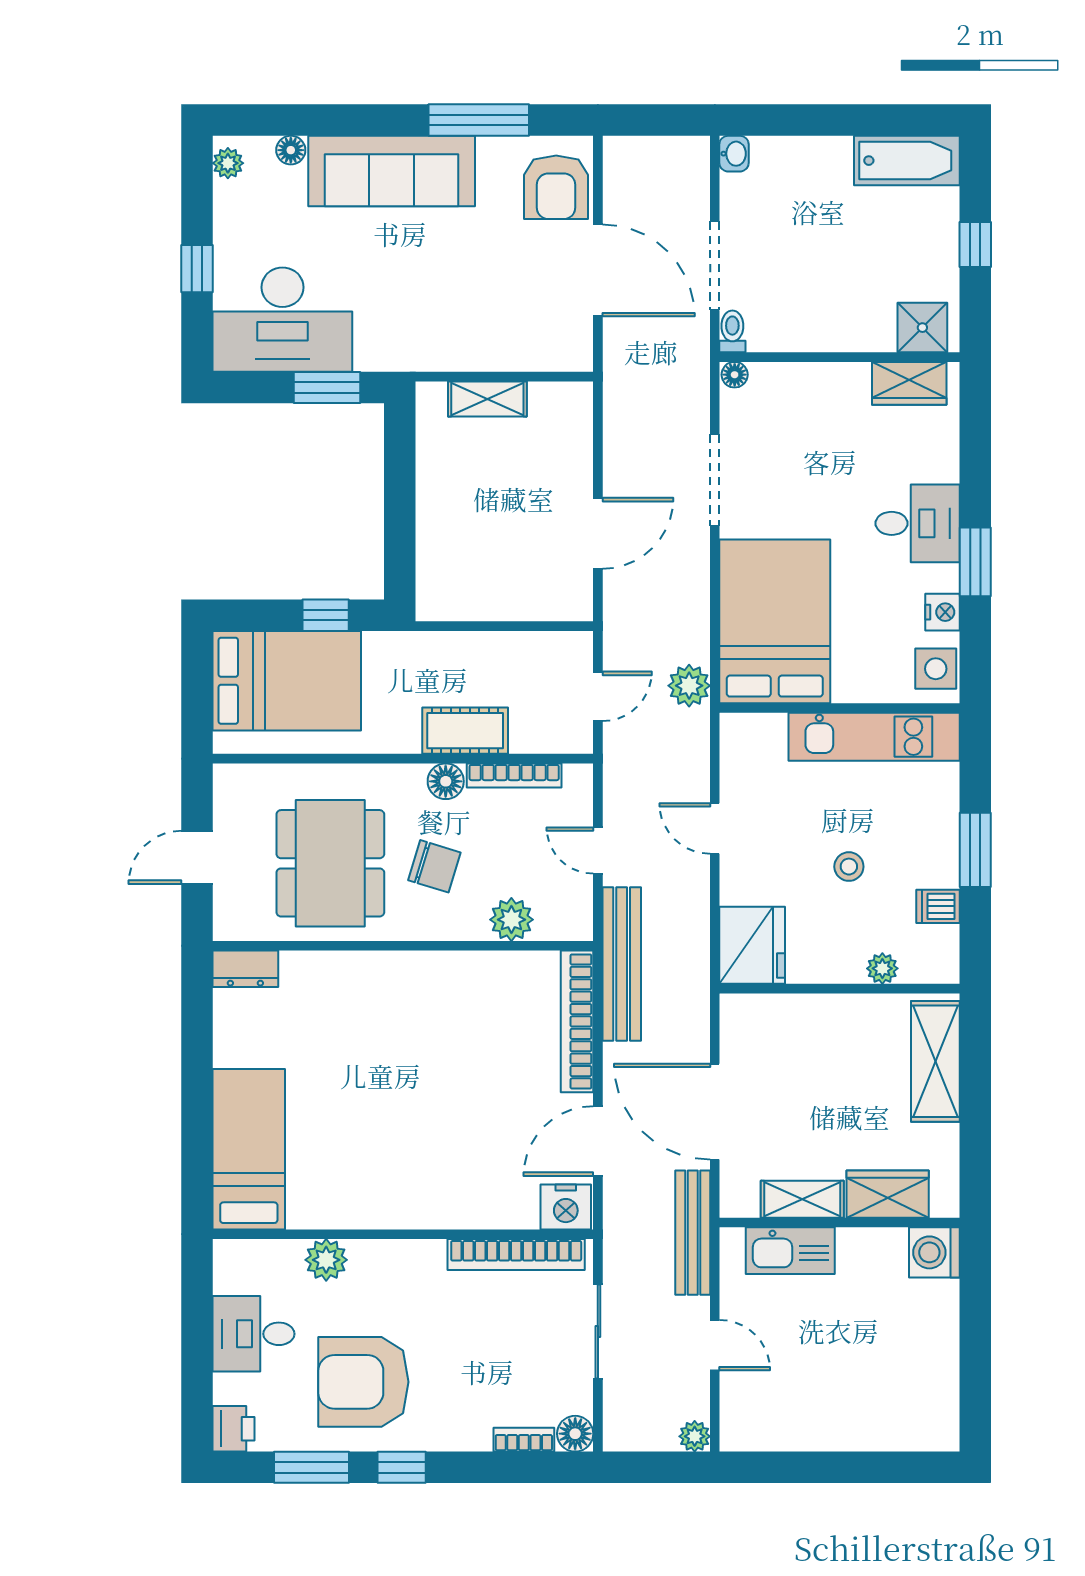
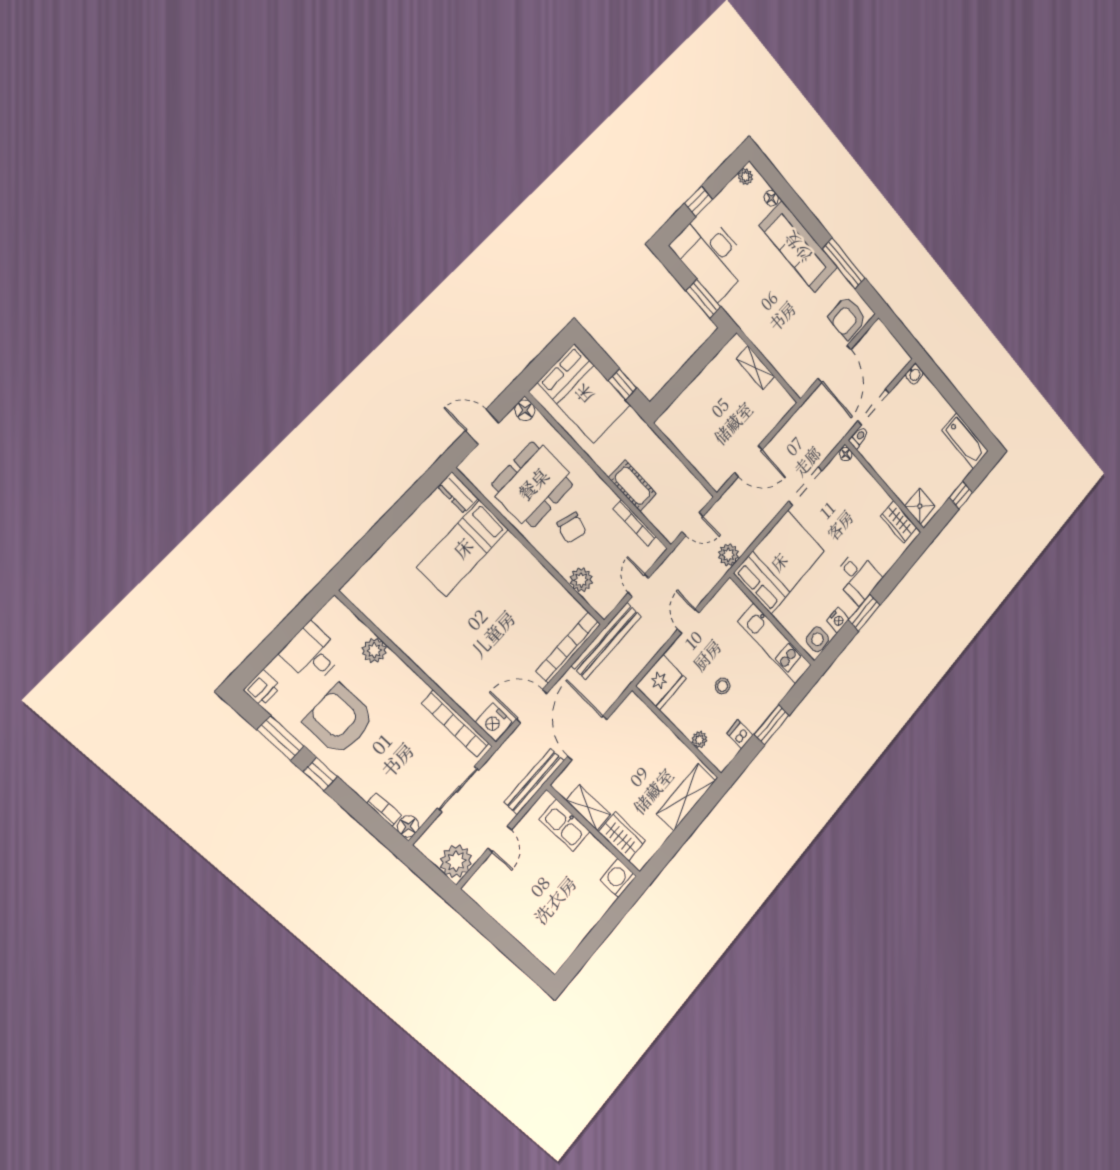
floor lamp: (446, 781) -> (525, 410), moved
bed: (249, 1149) -> (463, 548), moved, turned 180
plant: (695, 1436) -> (456, 861), width x1.88, depth x1.88

